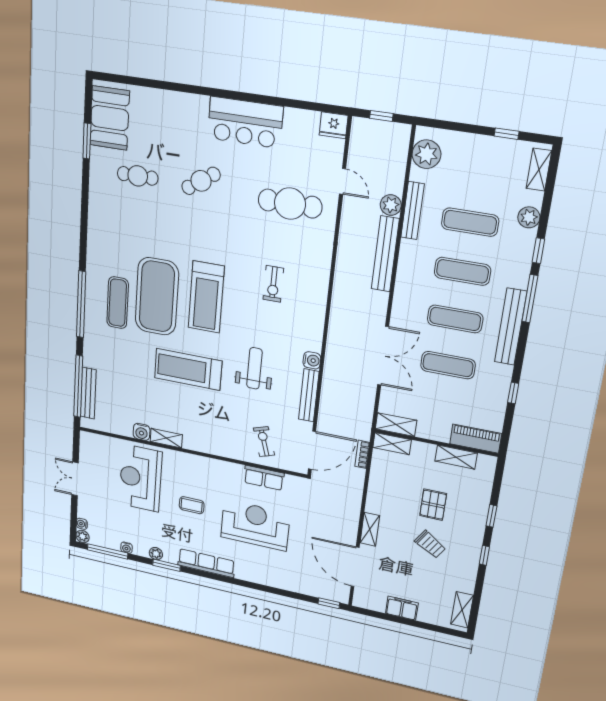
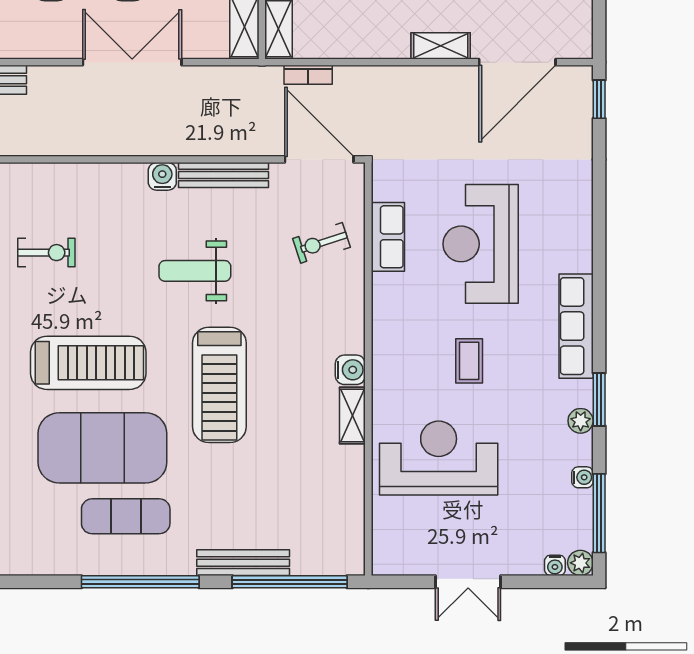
bench: (88, 393) -> (243, 563), moved
water cooler: (142, 432) -> (350, 370), moved
reception desk: (141, 478) -> (439, 458), turned 180

